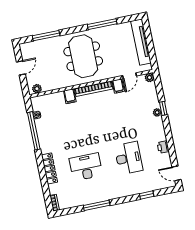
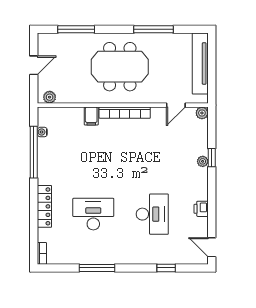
meeting table: (83, 56) -> (120, 67), turned 90
filing cabinet: (118, 86) -> (158, 116), removed

